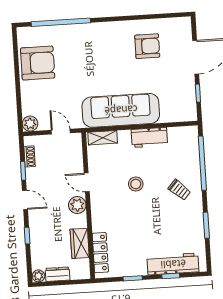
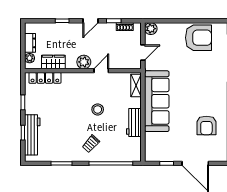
armchair: (38, 63) -> (198, 38), turned -90
plant: (38, 276) -> (30, 58), moved

